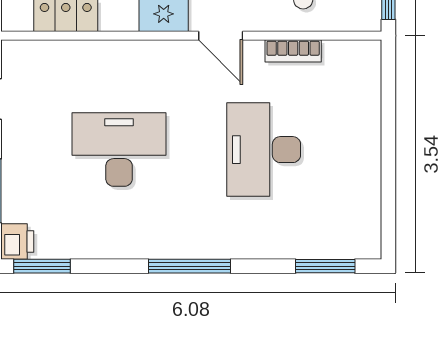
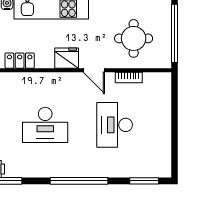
desk: (119, 150) -> (45, 125), turned 180
window: (189, 266) -> (79, 181), width x1.46

